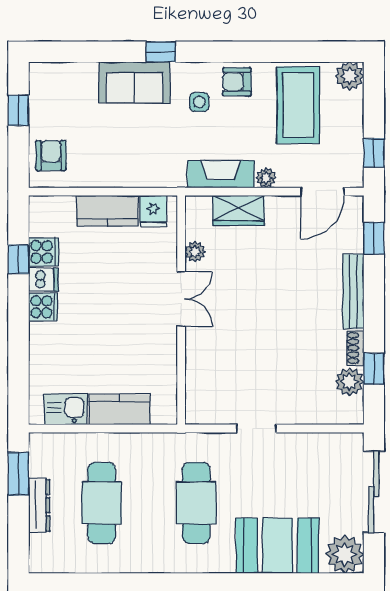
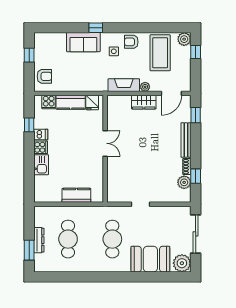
window: (374, 153) -> (196, 52), moved
armchair: (51, 156) -> (44, 76), turned 90
wardrobe: (238, 210) -> (144, 102), moved
cooker: (43, 252) -> (49, 102), moved, turned 90
plant: (195, 252) -> (112, 121), removed
kitchen sink: (66, 409) -> (41, 165), moved, turned 90
window: (18, 474) -> (29, 250), moved

